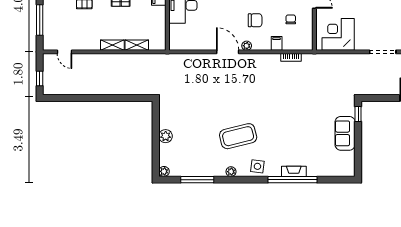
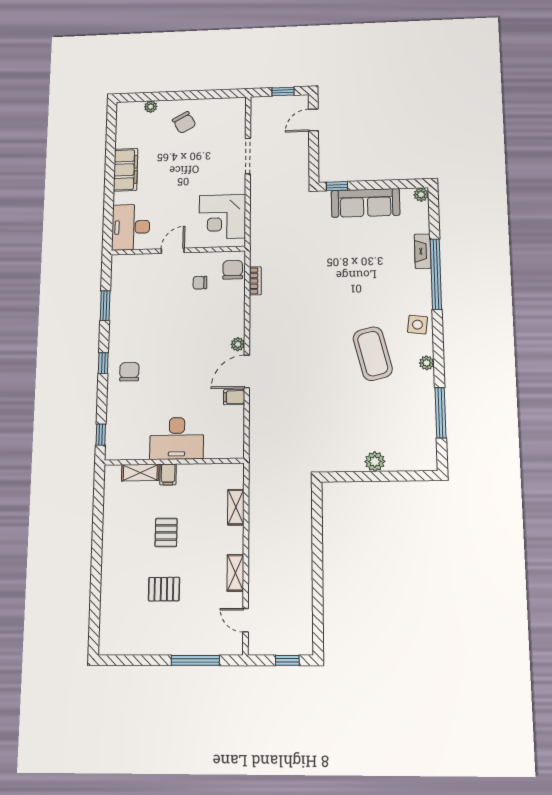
chair: (255, 20) -> (233, 270), moved
filing cabinet: (277, 43) -> (234, 397), moved
shelving: (112, 45) -> (235, 573), moved
door: (64, 52) -> (246, 620), swing flipped
sofa: (345, 133) -> (365, 203), width x1.36
plant: (164, 171) -> (421, 195), moved
fireplace: (294, 171) -> (423, 251), moved

